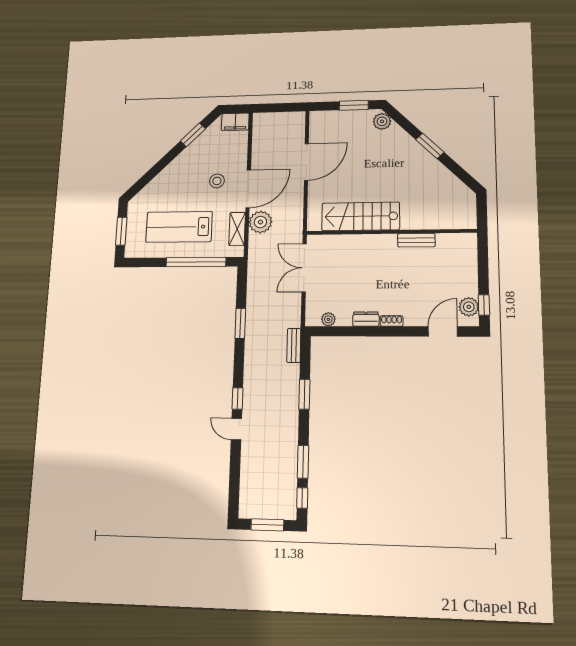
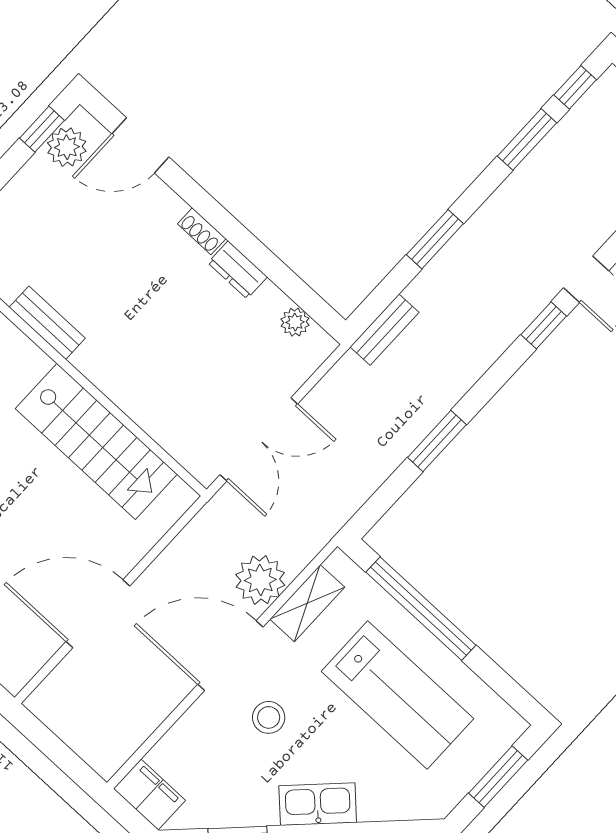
kitchen sink: (175, 169) -> (318, 804), added

